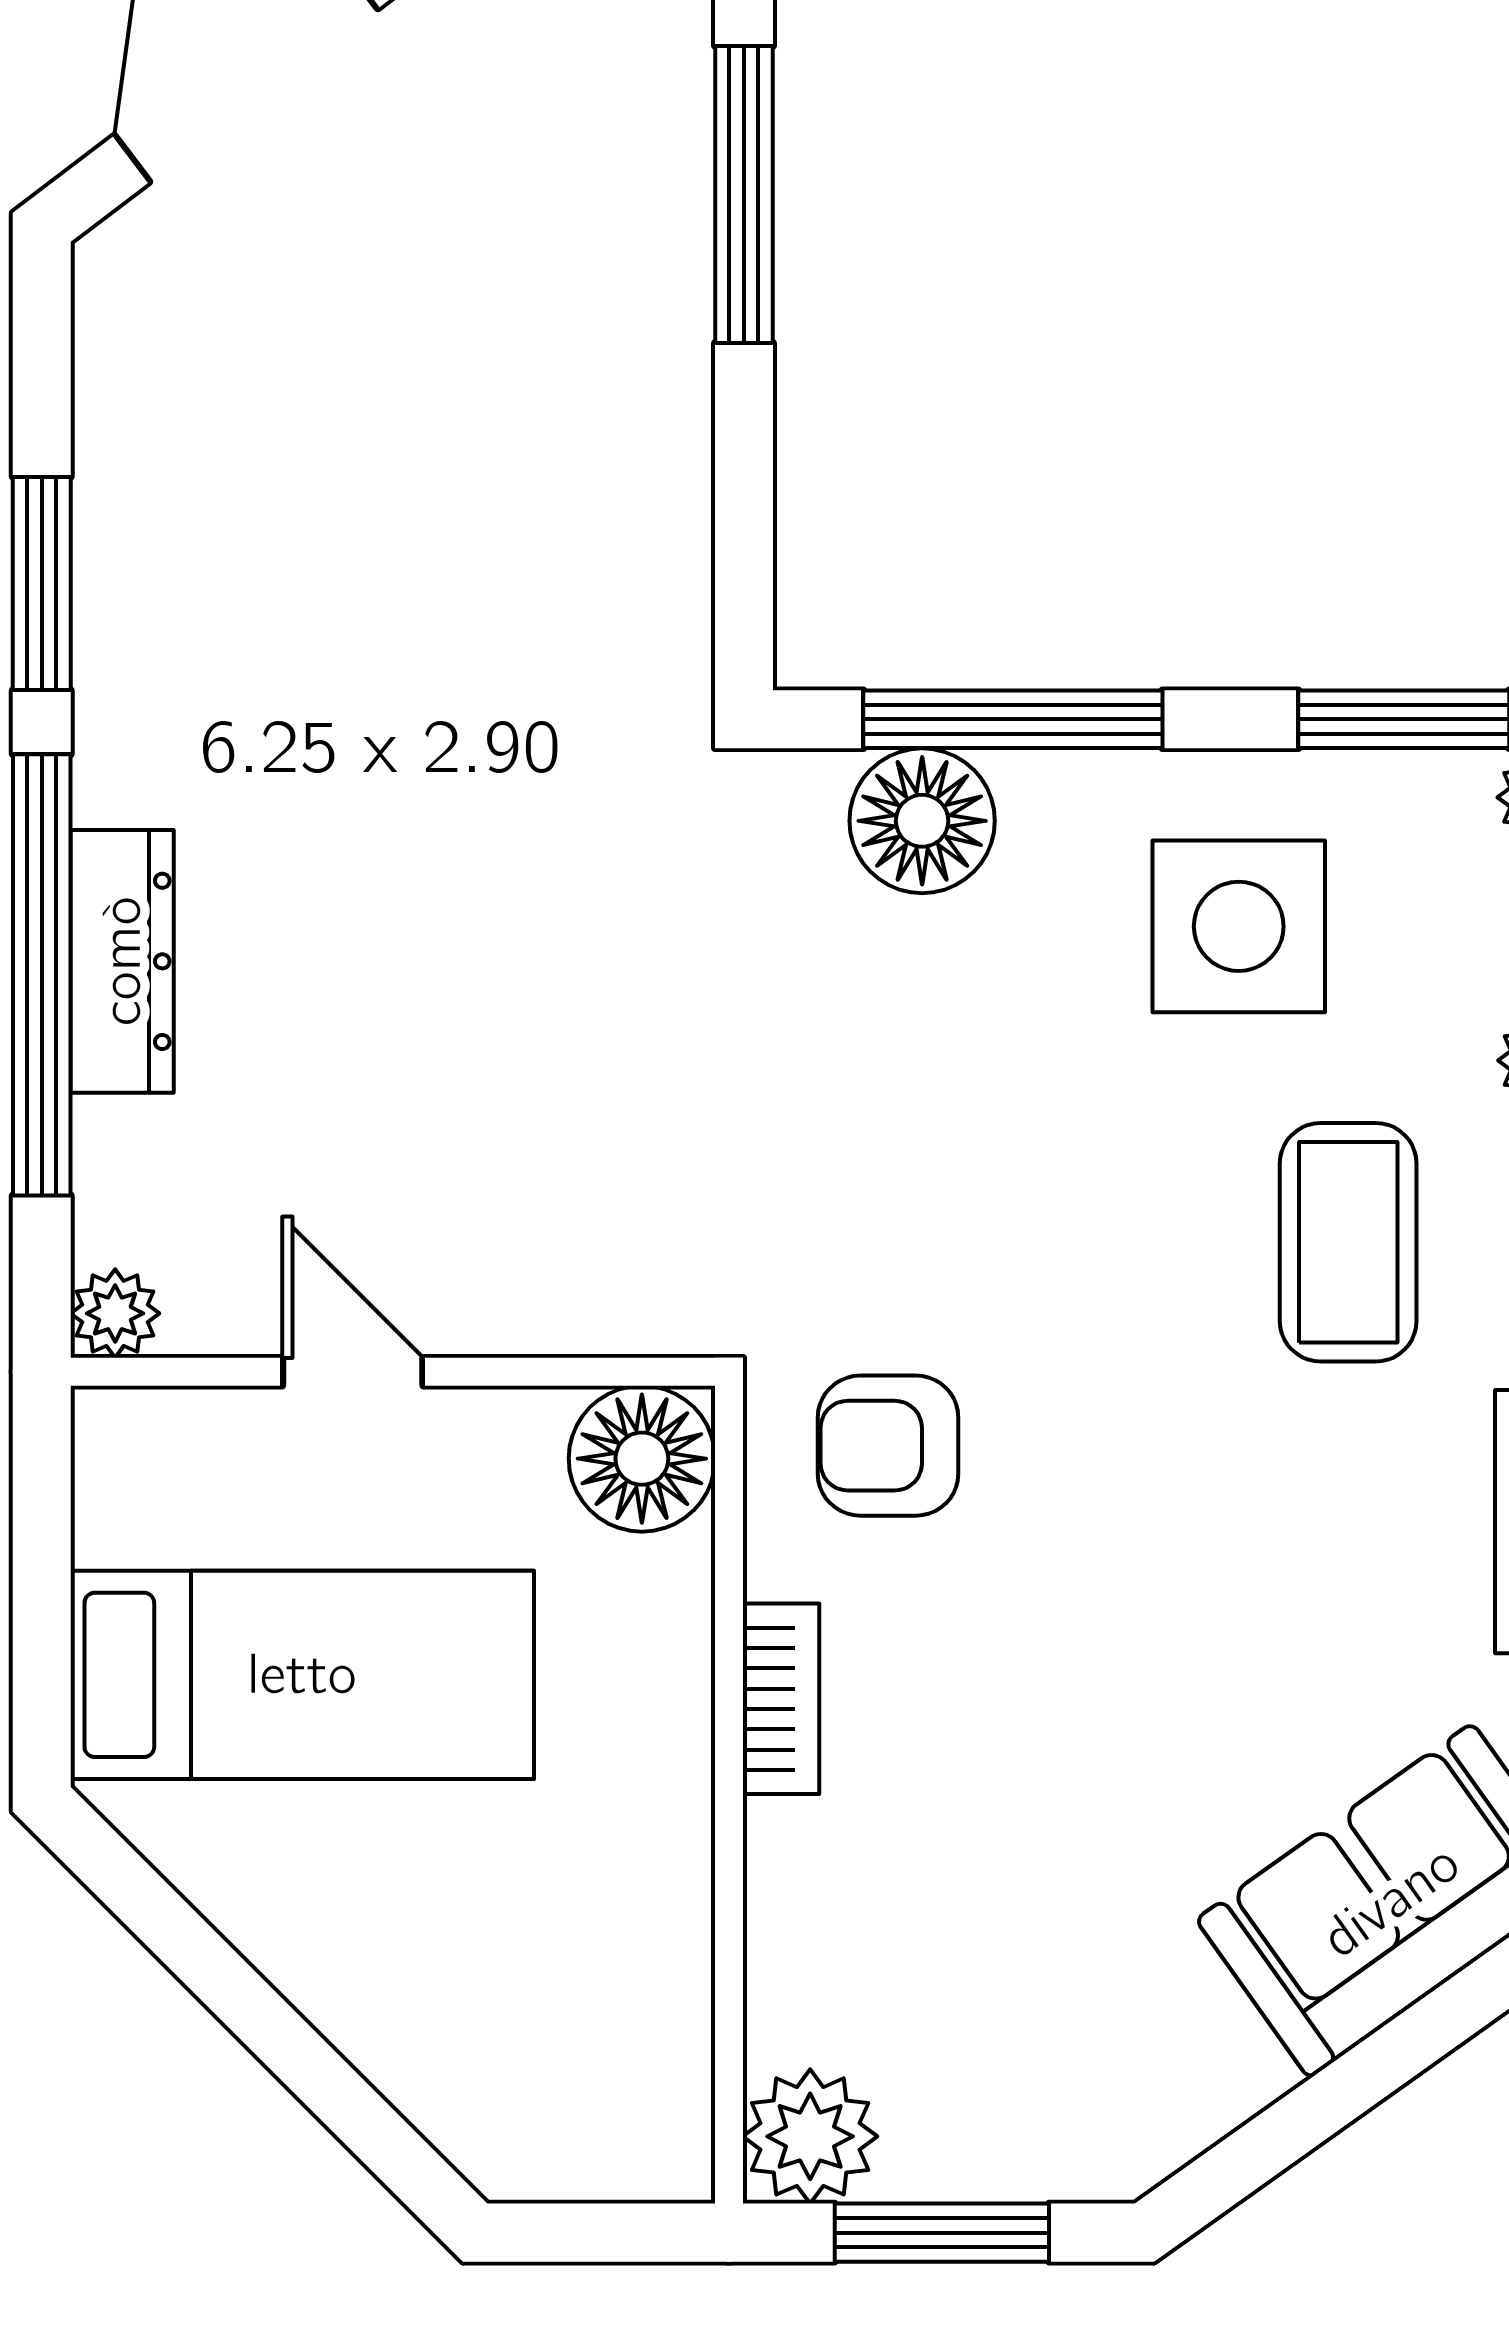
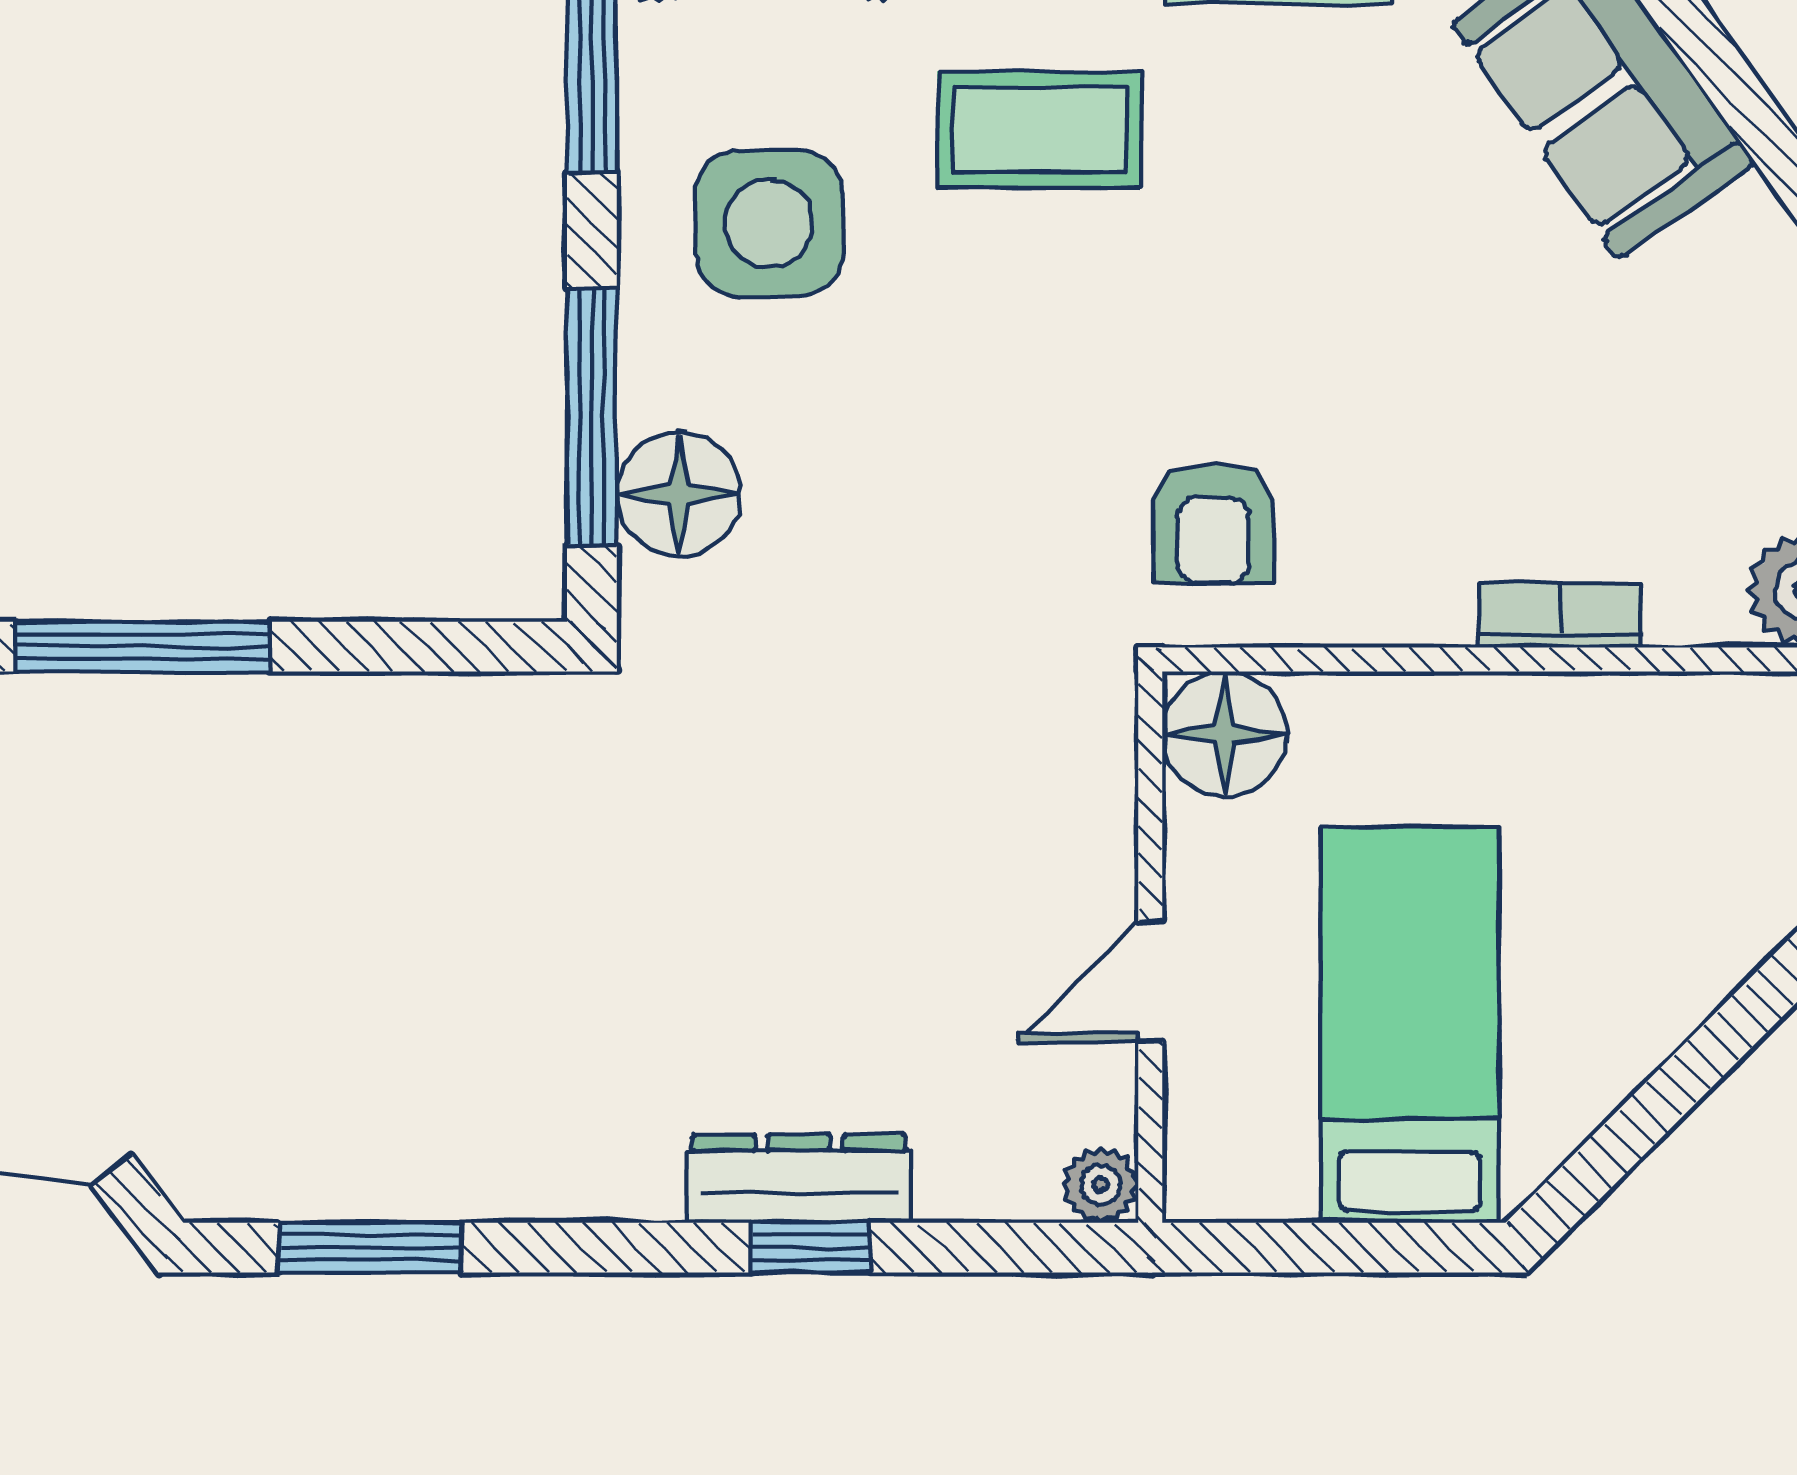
window: (42, 584) -> (370, 1248), moved
window: (42, 975) -> (811, 1248), width x0.32
bookcase: (781, 1699) -> (1561, 615), moved

